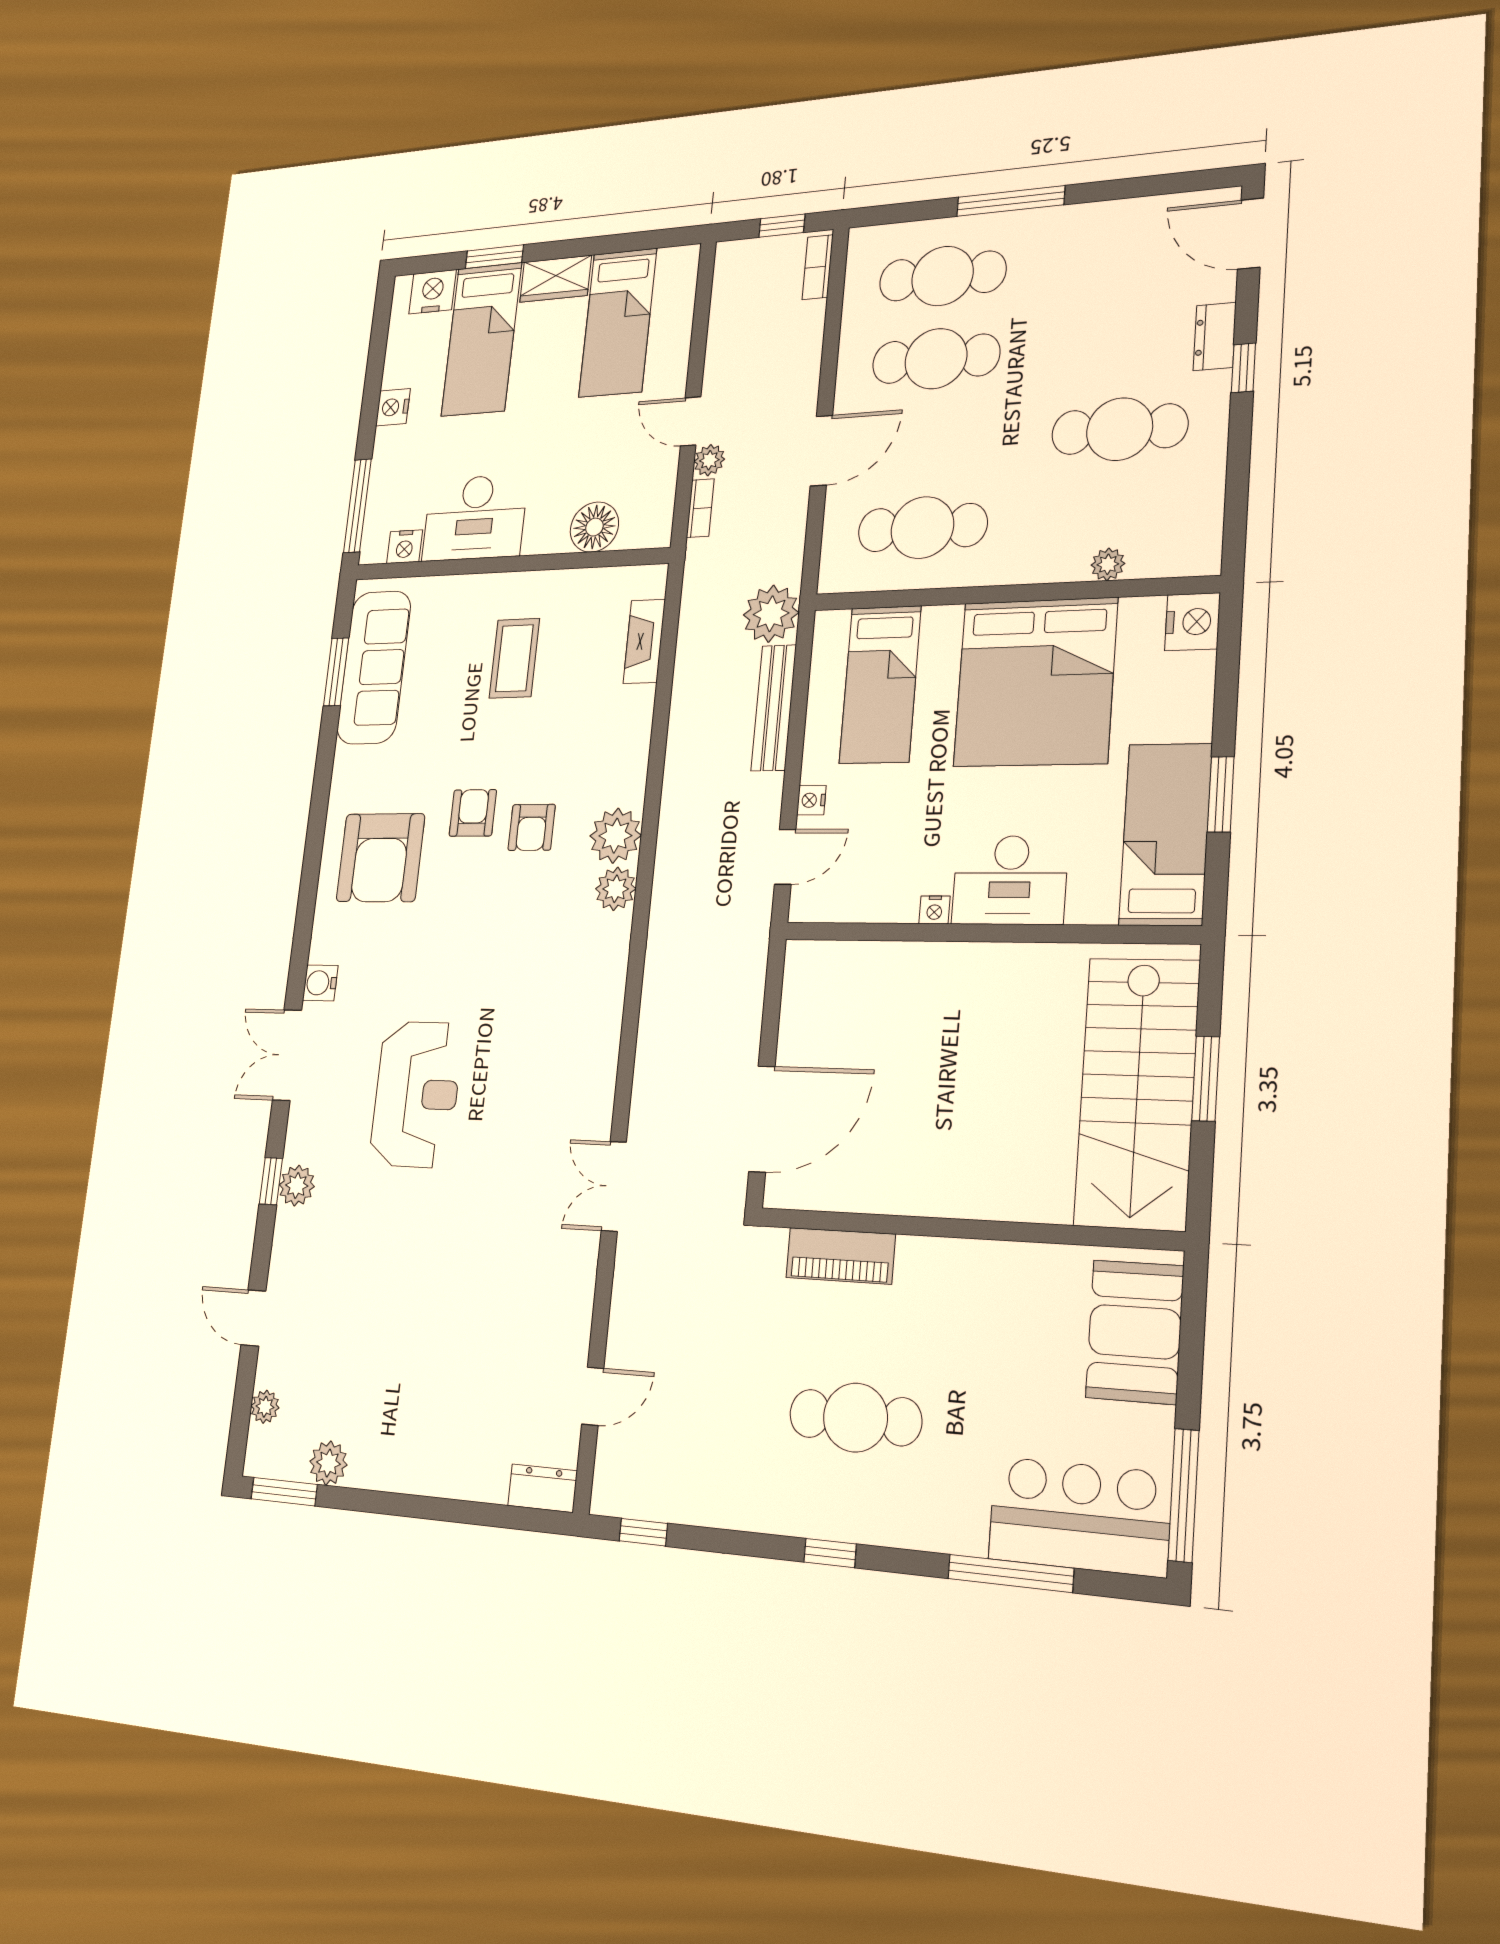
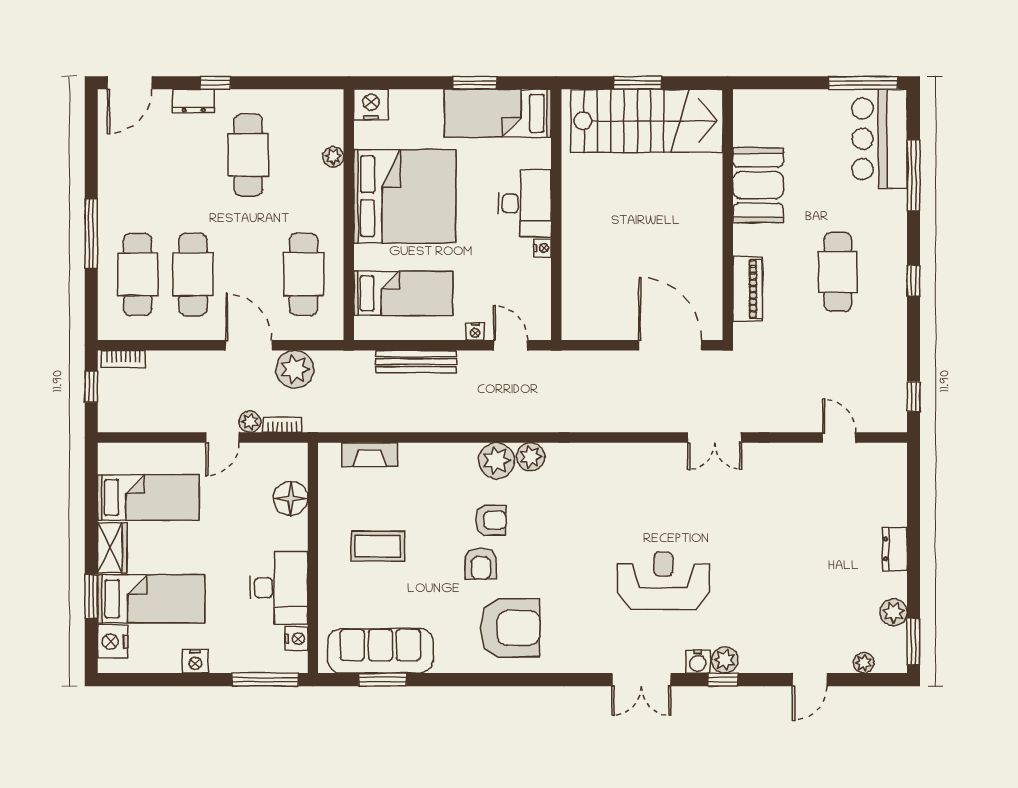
plant: (771, 614) -> (295, 369), moved
armchair: (473, 813) -> (481, 564), turned -90
water cooler: (320, 983) -> (698, 661), moved
booth: (1135, 1332) -> (758, 185), moved, turned 90
dresser: (542, 1488) -> (895, 549), moved

